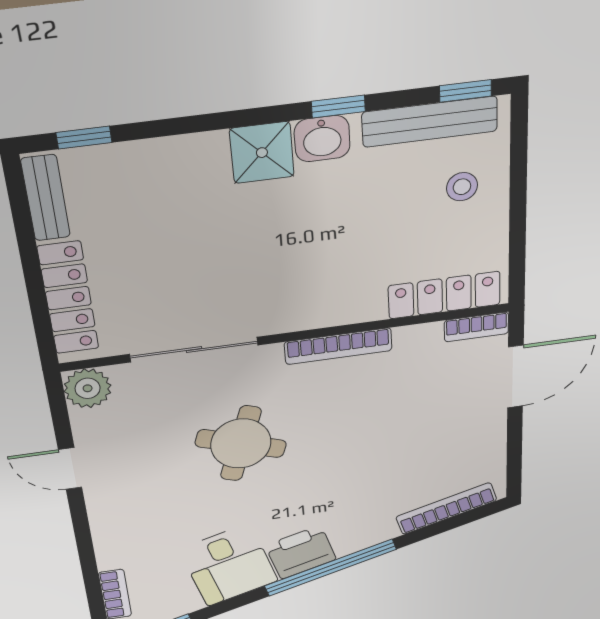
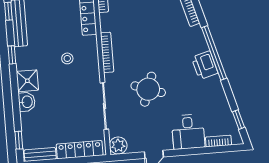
washbasin: (322, 139) -> (27, 102), moved
stool: (462, 187) -> (67, 58), moved
desk: (229, 565) -> (188, 132), moved, turned 106

